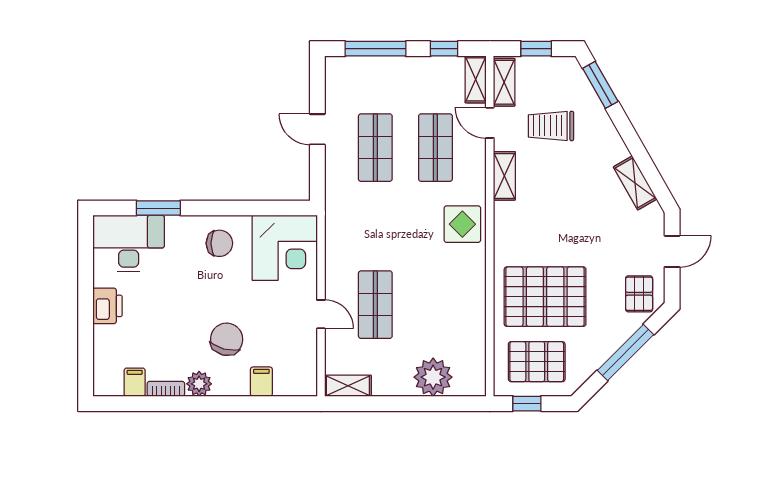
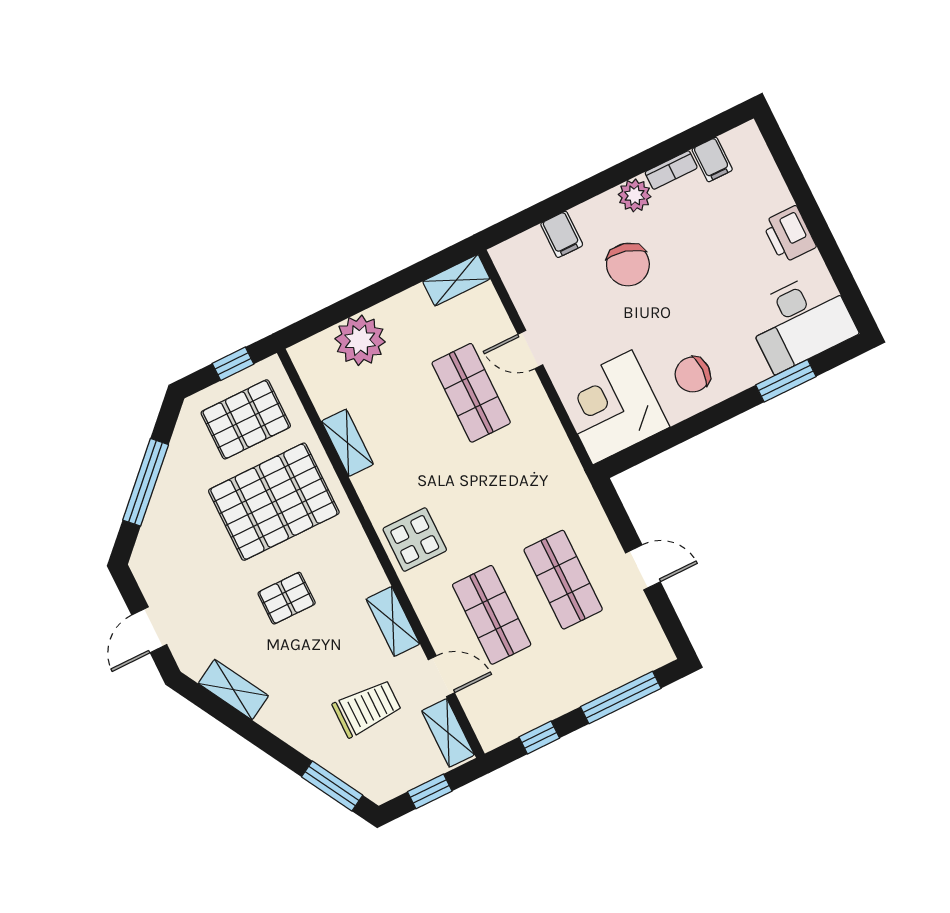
shelving: (476, 79) -> (347, 443), moved
pallet: (639, 294) -> (287, 598), moved, turned 90

